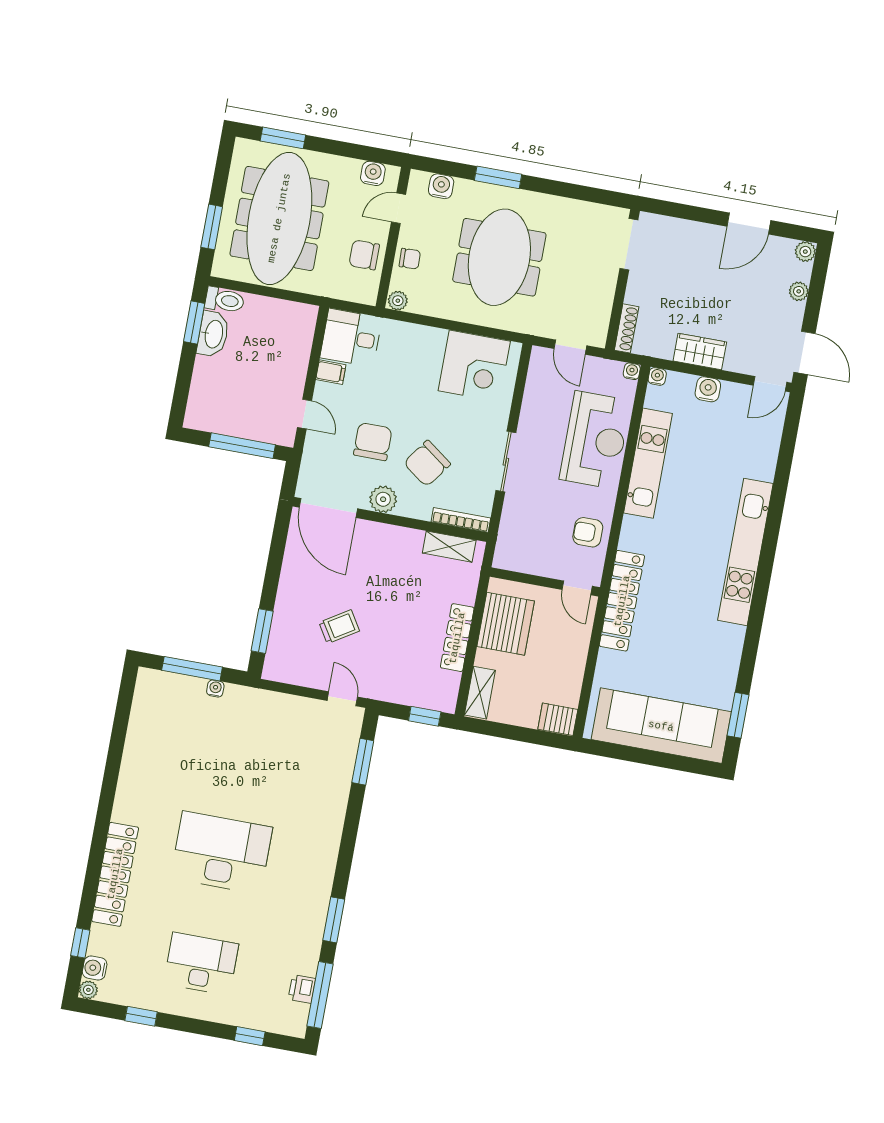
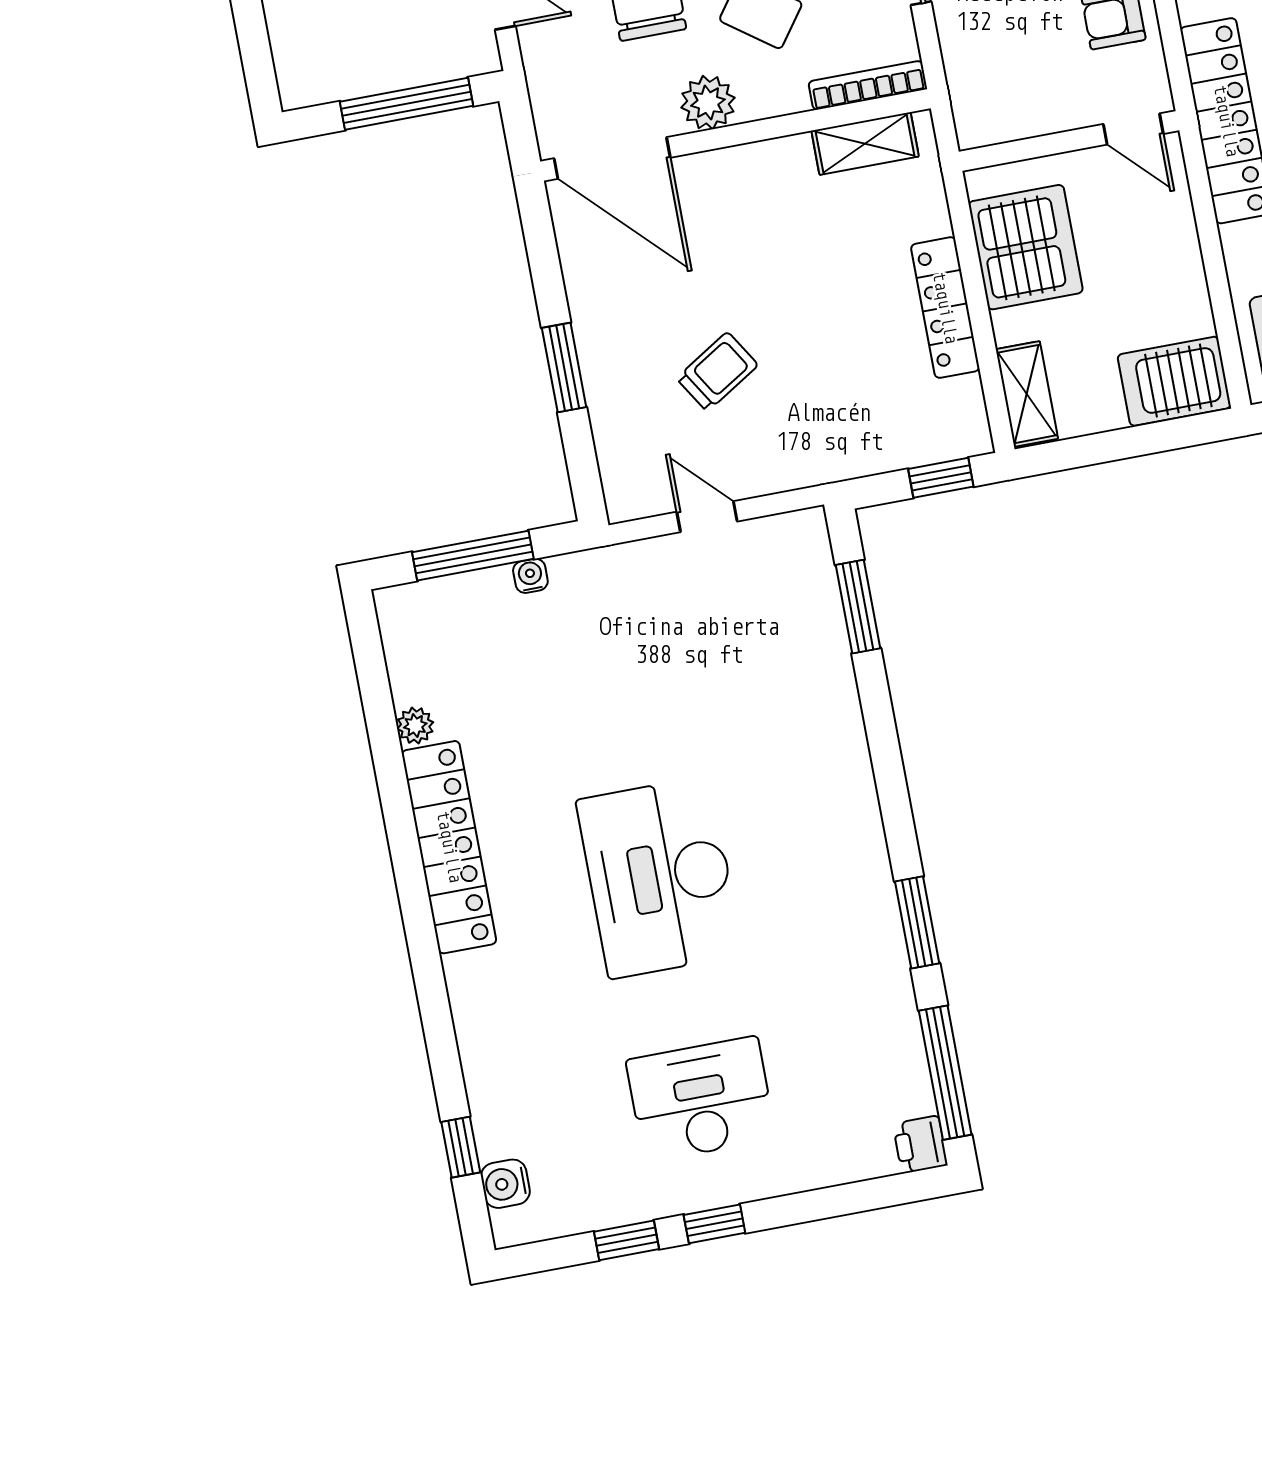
window: (262, 631) -> (564, 368), moved
door: (342, 699) -> (707, 517), moved
server rack: (558, 719) -> (1174, 381), width x1.36, depth x1.44
desk: (222, 853) -> (659, 877), turned -90
locker: (115, 874) -> (449, 847), moved
printer: (302, 989) -> (920, 1145), moved
plant: (88, 990) -> (415, 726), moved
window: (250, 1036) -> (714, 1224), moved

